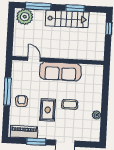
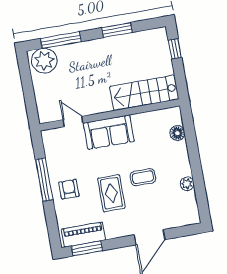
stairs: (67, 19) -> (144, 93), moved, turned 180
sofa: (60, 71) -> (109, 132), width x0.73
floor lamp: (98, 82) -> (177, 133), added
window: (36, 142) -> (87, 248), moved

